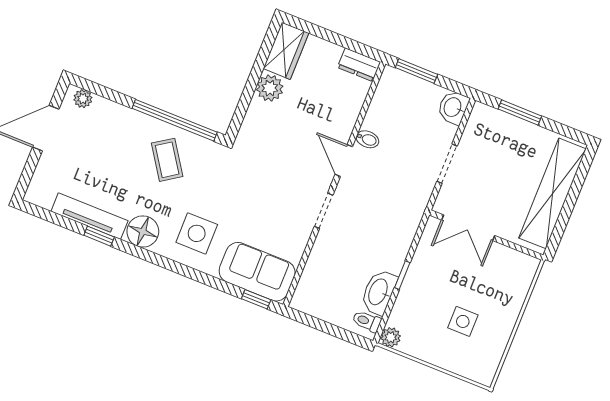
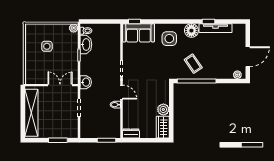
washbasin: (453, 107) -> (86, 82), moved

